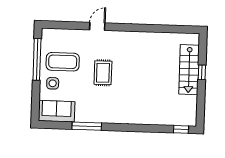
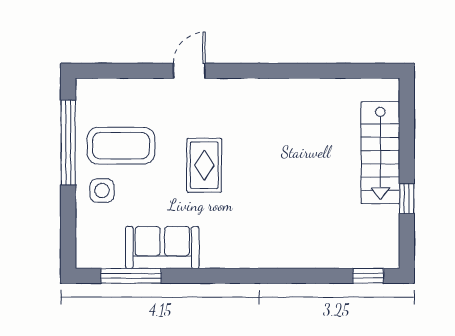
window: (202, 72) -> (407, 199), moved
sofa: (57, 111) -> (162, 247), moved
window: (87, 126) -> (131, 276), moved

